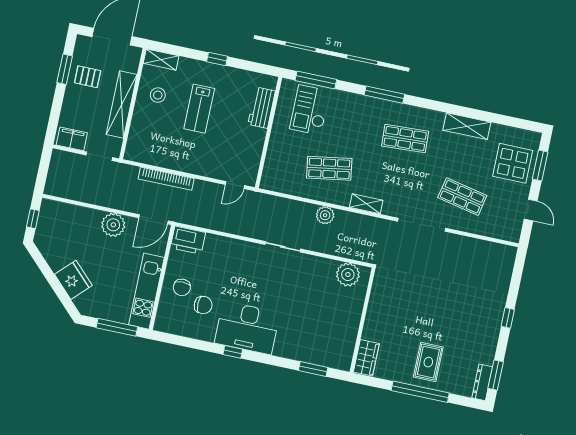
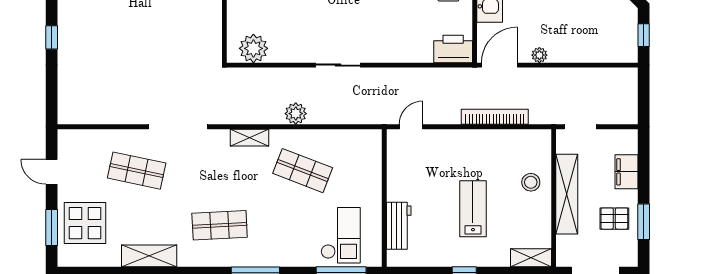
stool: (158, 95) -> (531, 182), moved
filing cabinet: (72, 139) -> (627, 172), moved, turned 90
shop shelf: (329, 168) -> (303, 171), turned 30
plant: (113, 225) -> (539, 55), width x0.53, depth x0.53

